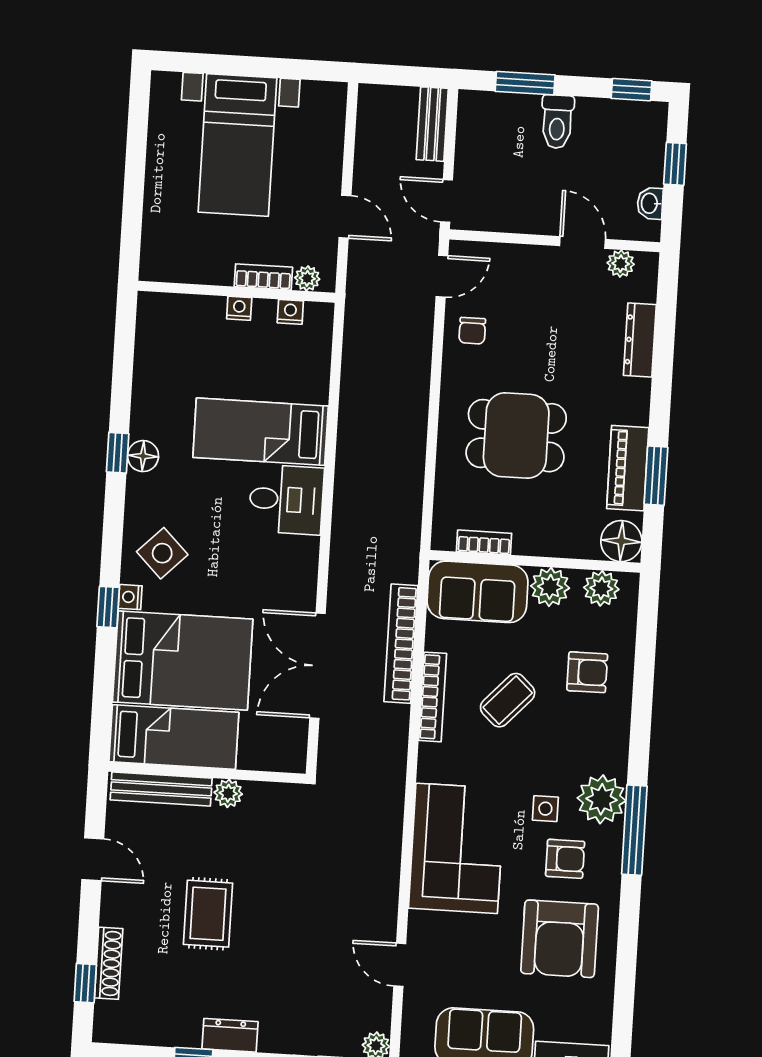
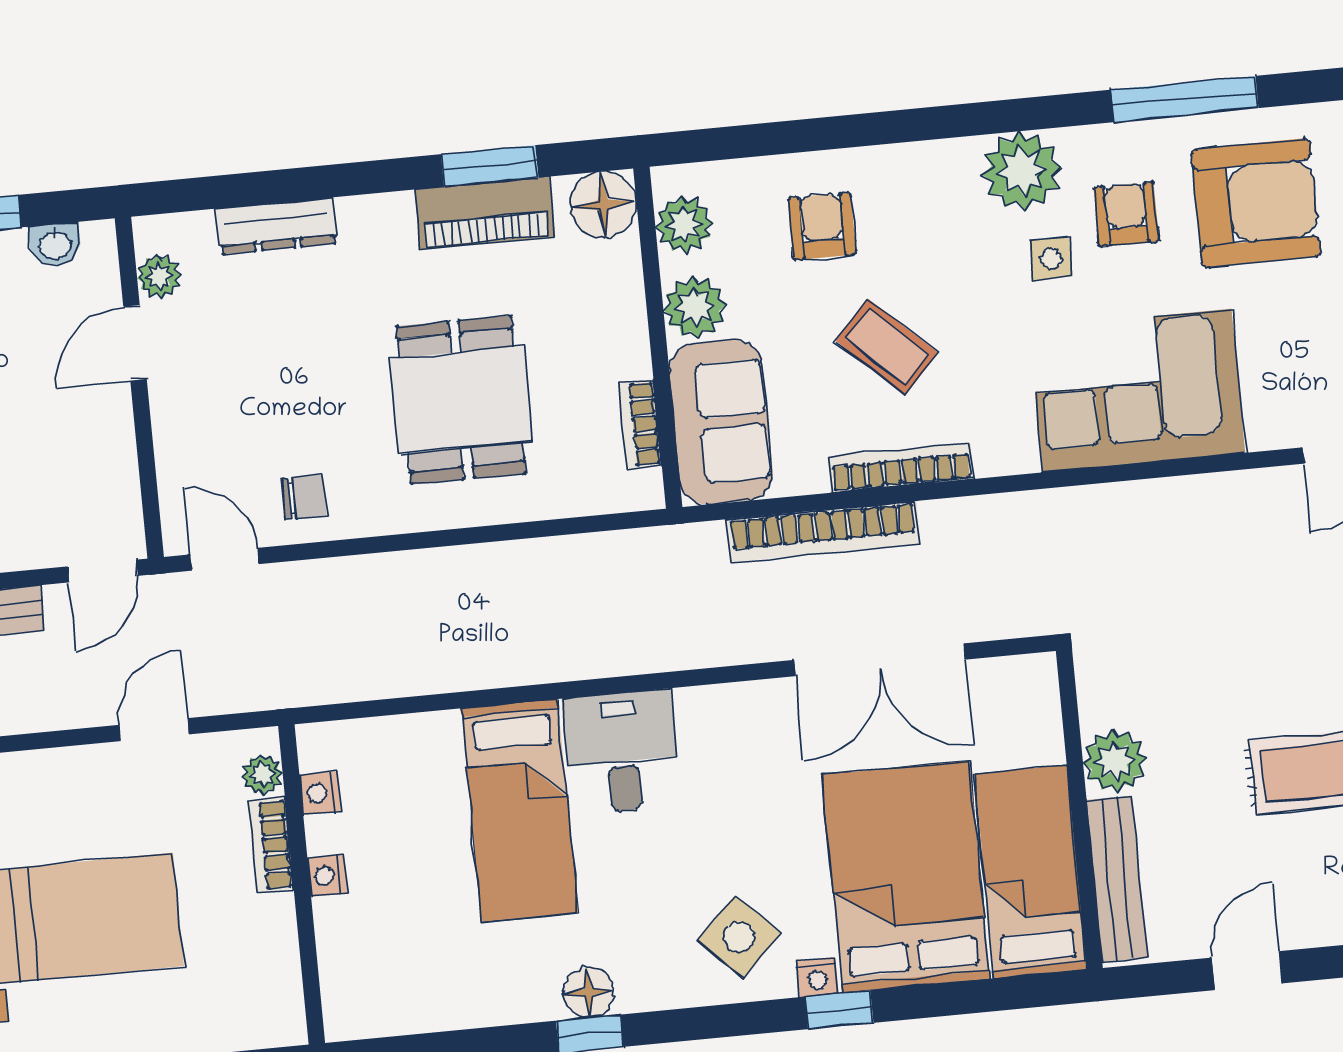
plant: (228, 793) -> (1115, 761), width x1.38, depth x1.38
window: (634, 830) -> (1185, 99), moved

